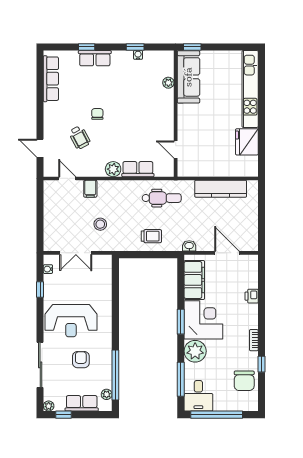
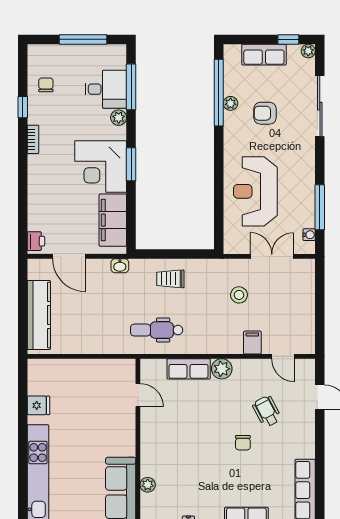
fridge: (247, 142) -> (38, 405), width x0.53, depth x0.75
kitchen counter: (221, 189) -> (39, 315), moved, turned 90
window: (40, 290) -> (320, 207), width x2.17
printer: (252, 296) -> (36, 241), moved
reception desk: (71, 321) -> (255, 191), moved, turned -90
plant: (195, 351) -> (119, 118), width x0.53, depth x0.53
armchair: (81, 360) -> (265, 113), turned 90
chair: (244, 381) -> (46, 85), width x0.54, depth x0.54
plant: (107, 394) -> (231, 103), moved
desk: (198, 396) -> (106, 89), moved, turned 90
window: (217, 415) -> (83, 39), width x0.68

